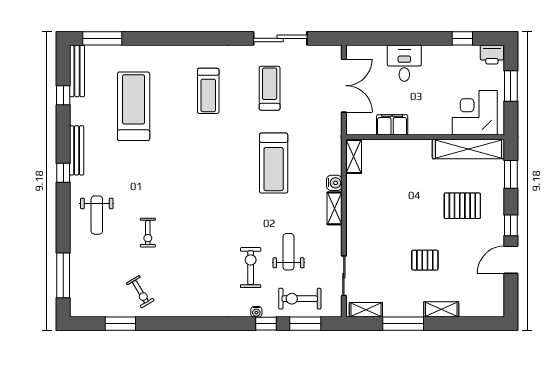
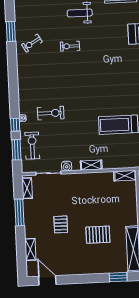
water cooler: (334, 183) -> (67, 166), moved
pallet: (462, 206) -> (98, 235), moved, turned 90
window: (511, 225) -> (86, 279), removed
weight bench: (288, 252) -> (62, 137), removed
door: (511, 260) -> (47, 280), moved
shelving: (441, 309) -> (30, 249), moved

